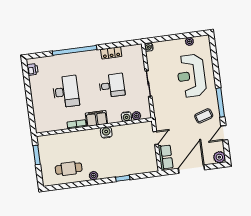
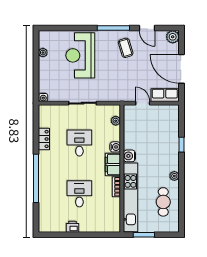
printer: (33, 69) -> (72, 227), moved
reception desk: (191, 76) -> (80, 55), turned 90
desk: (66, 92) -> (79, 194), width x0.73
water cooler: (126, 117) -> (115, 147), moved
kitchen unit: (69, 138) -> (130, 197), added

